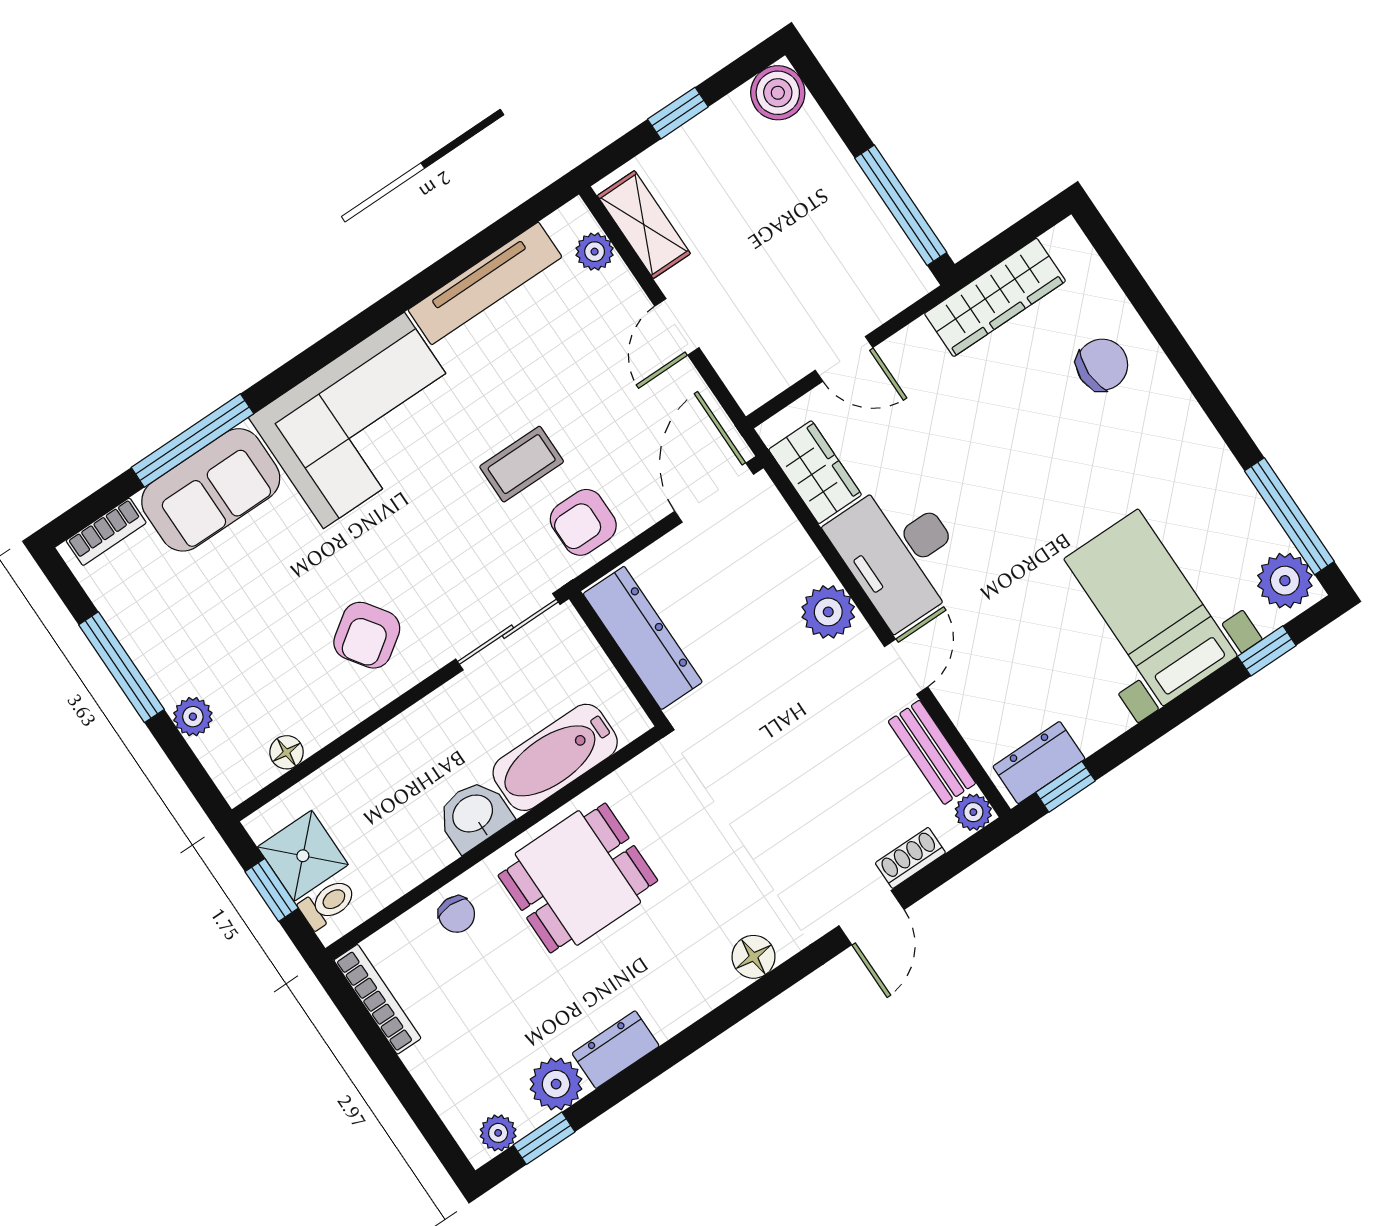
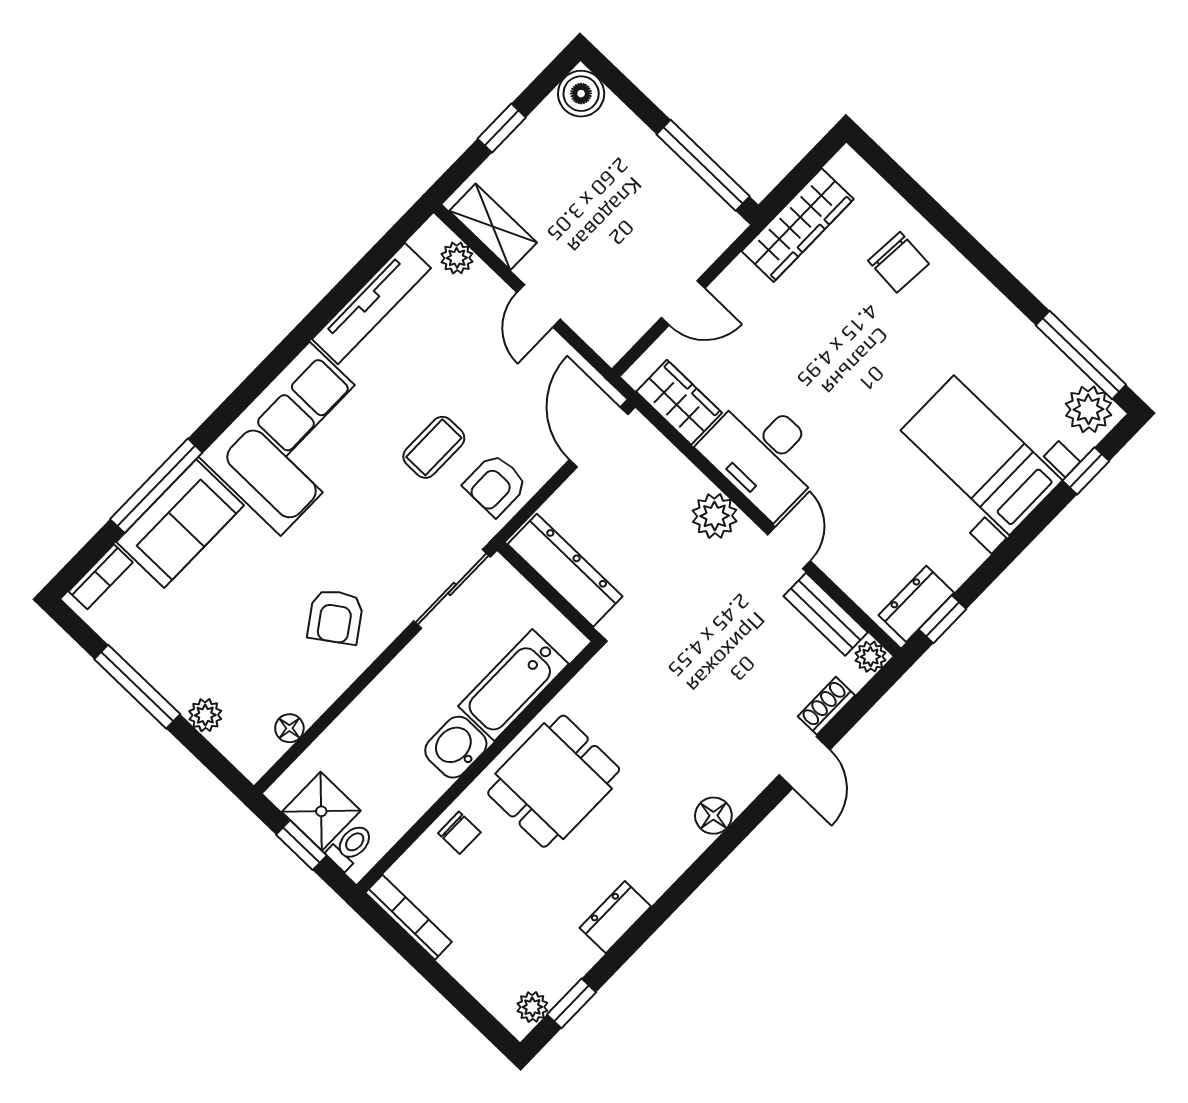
chair: (1102, 365) -> (898, 262), turned 94
plant: (556, 1084) -> (572, 956), removed

